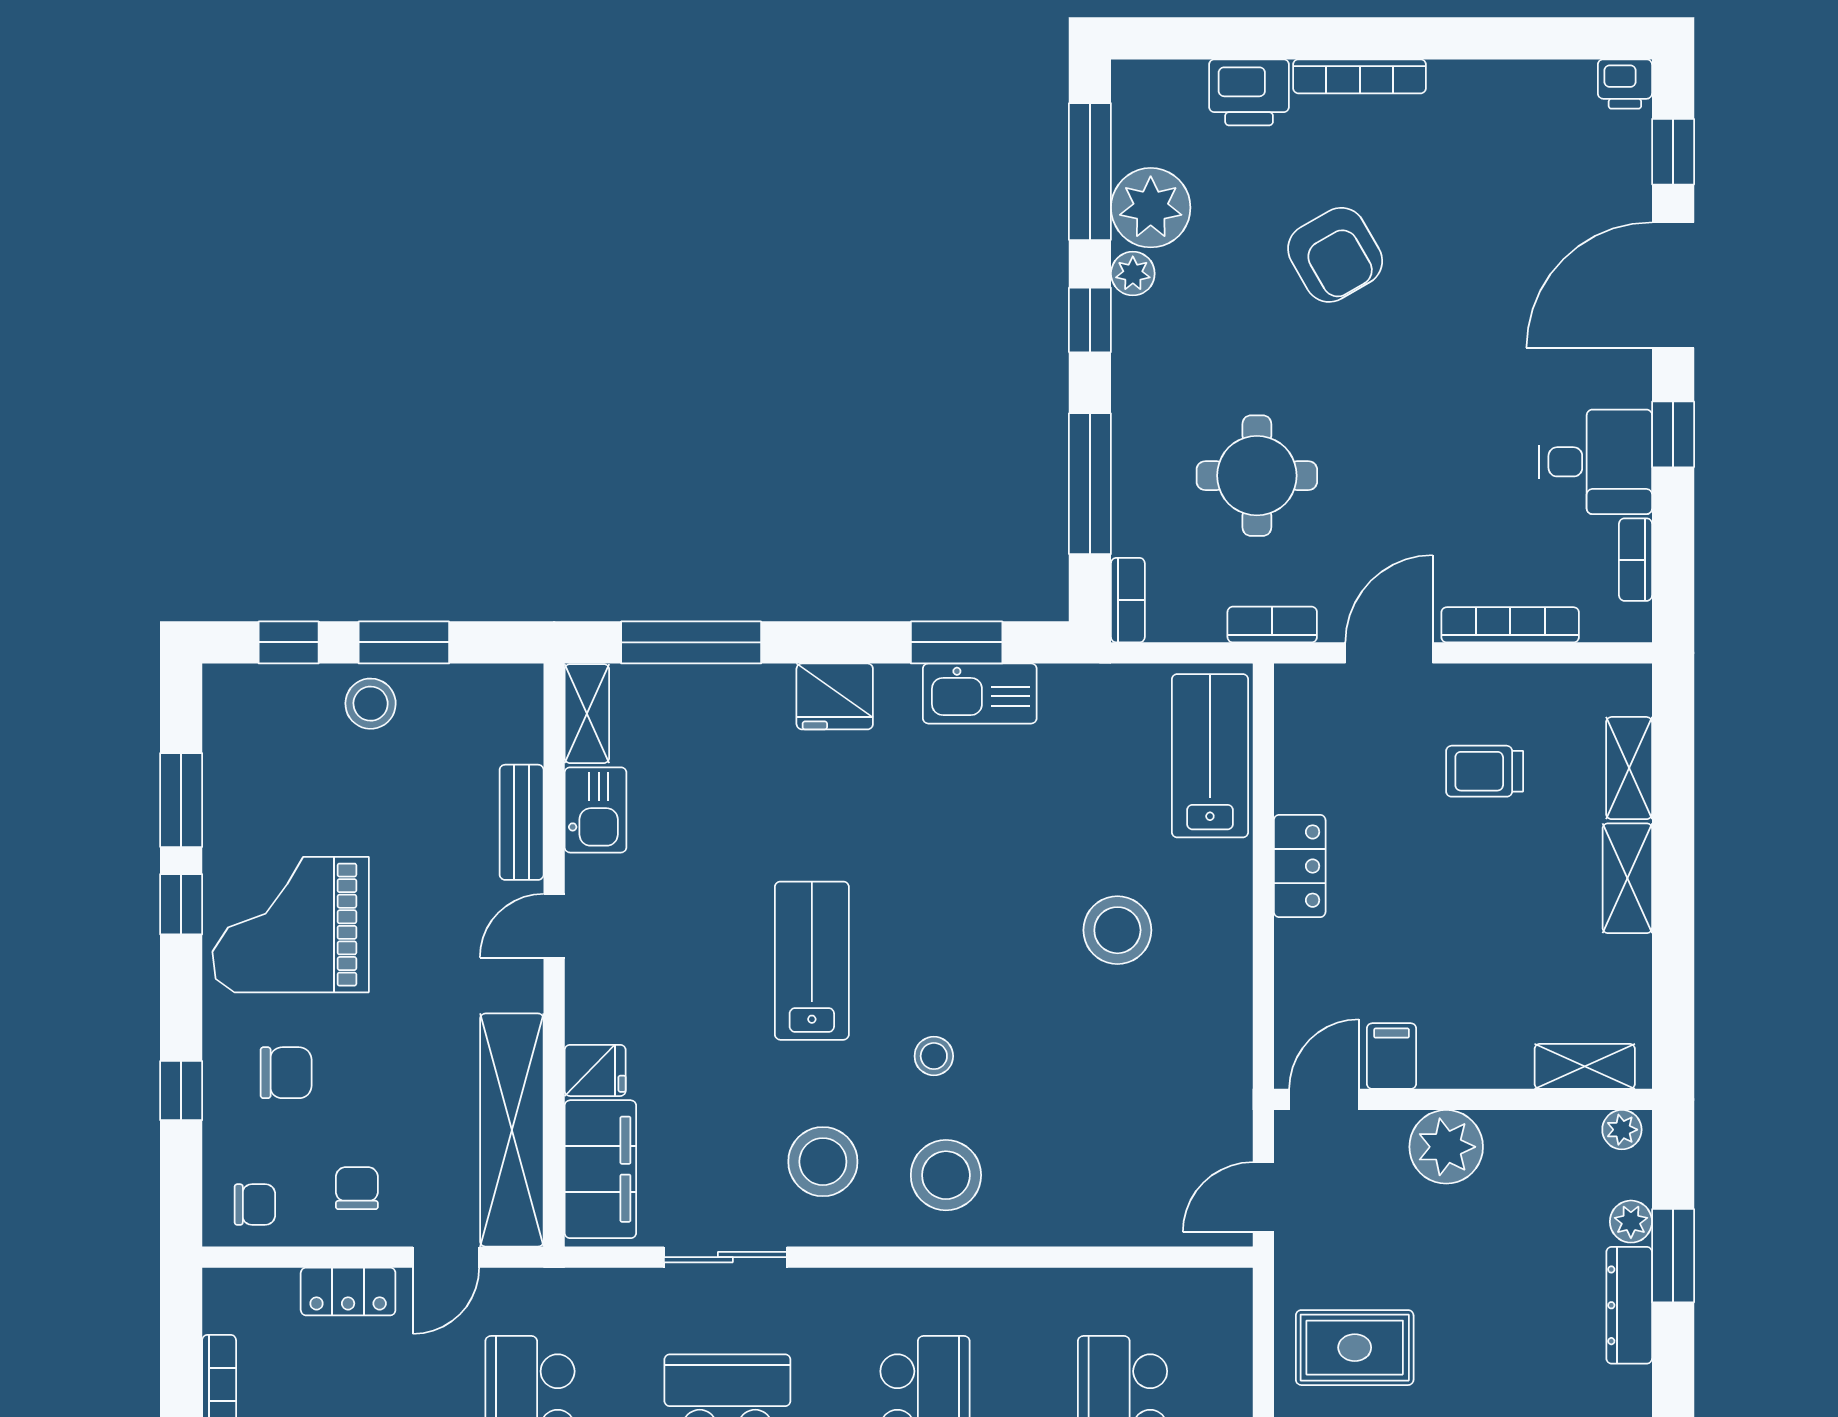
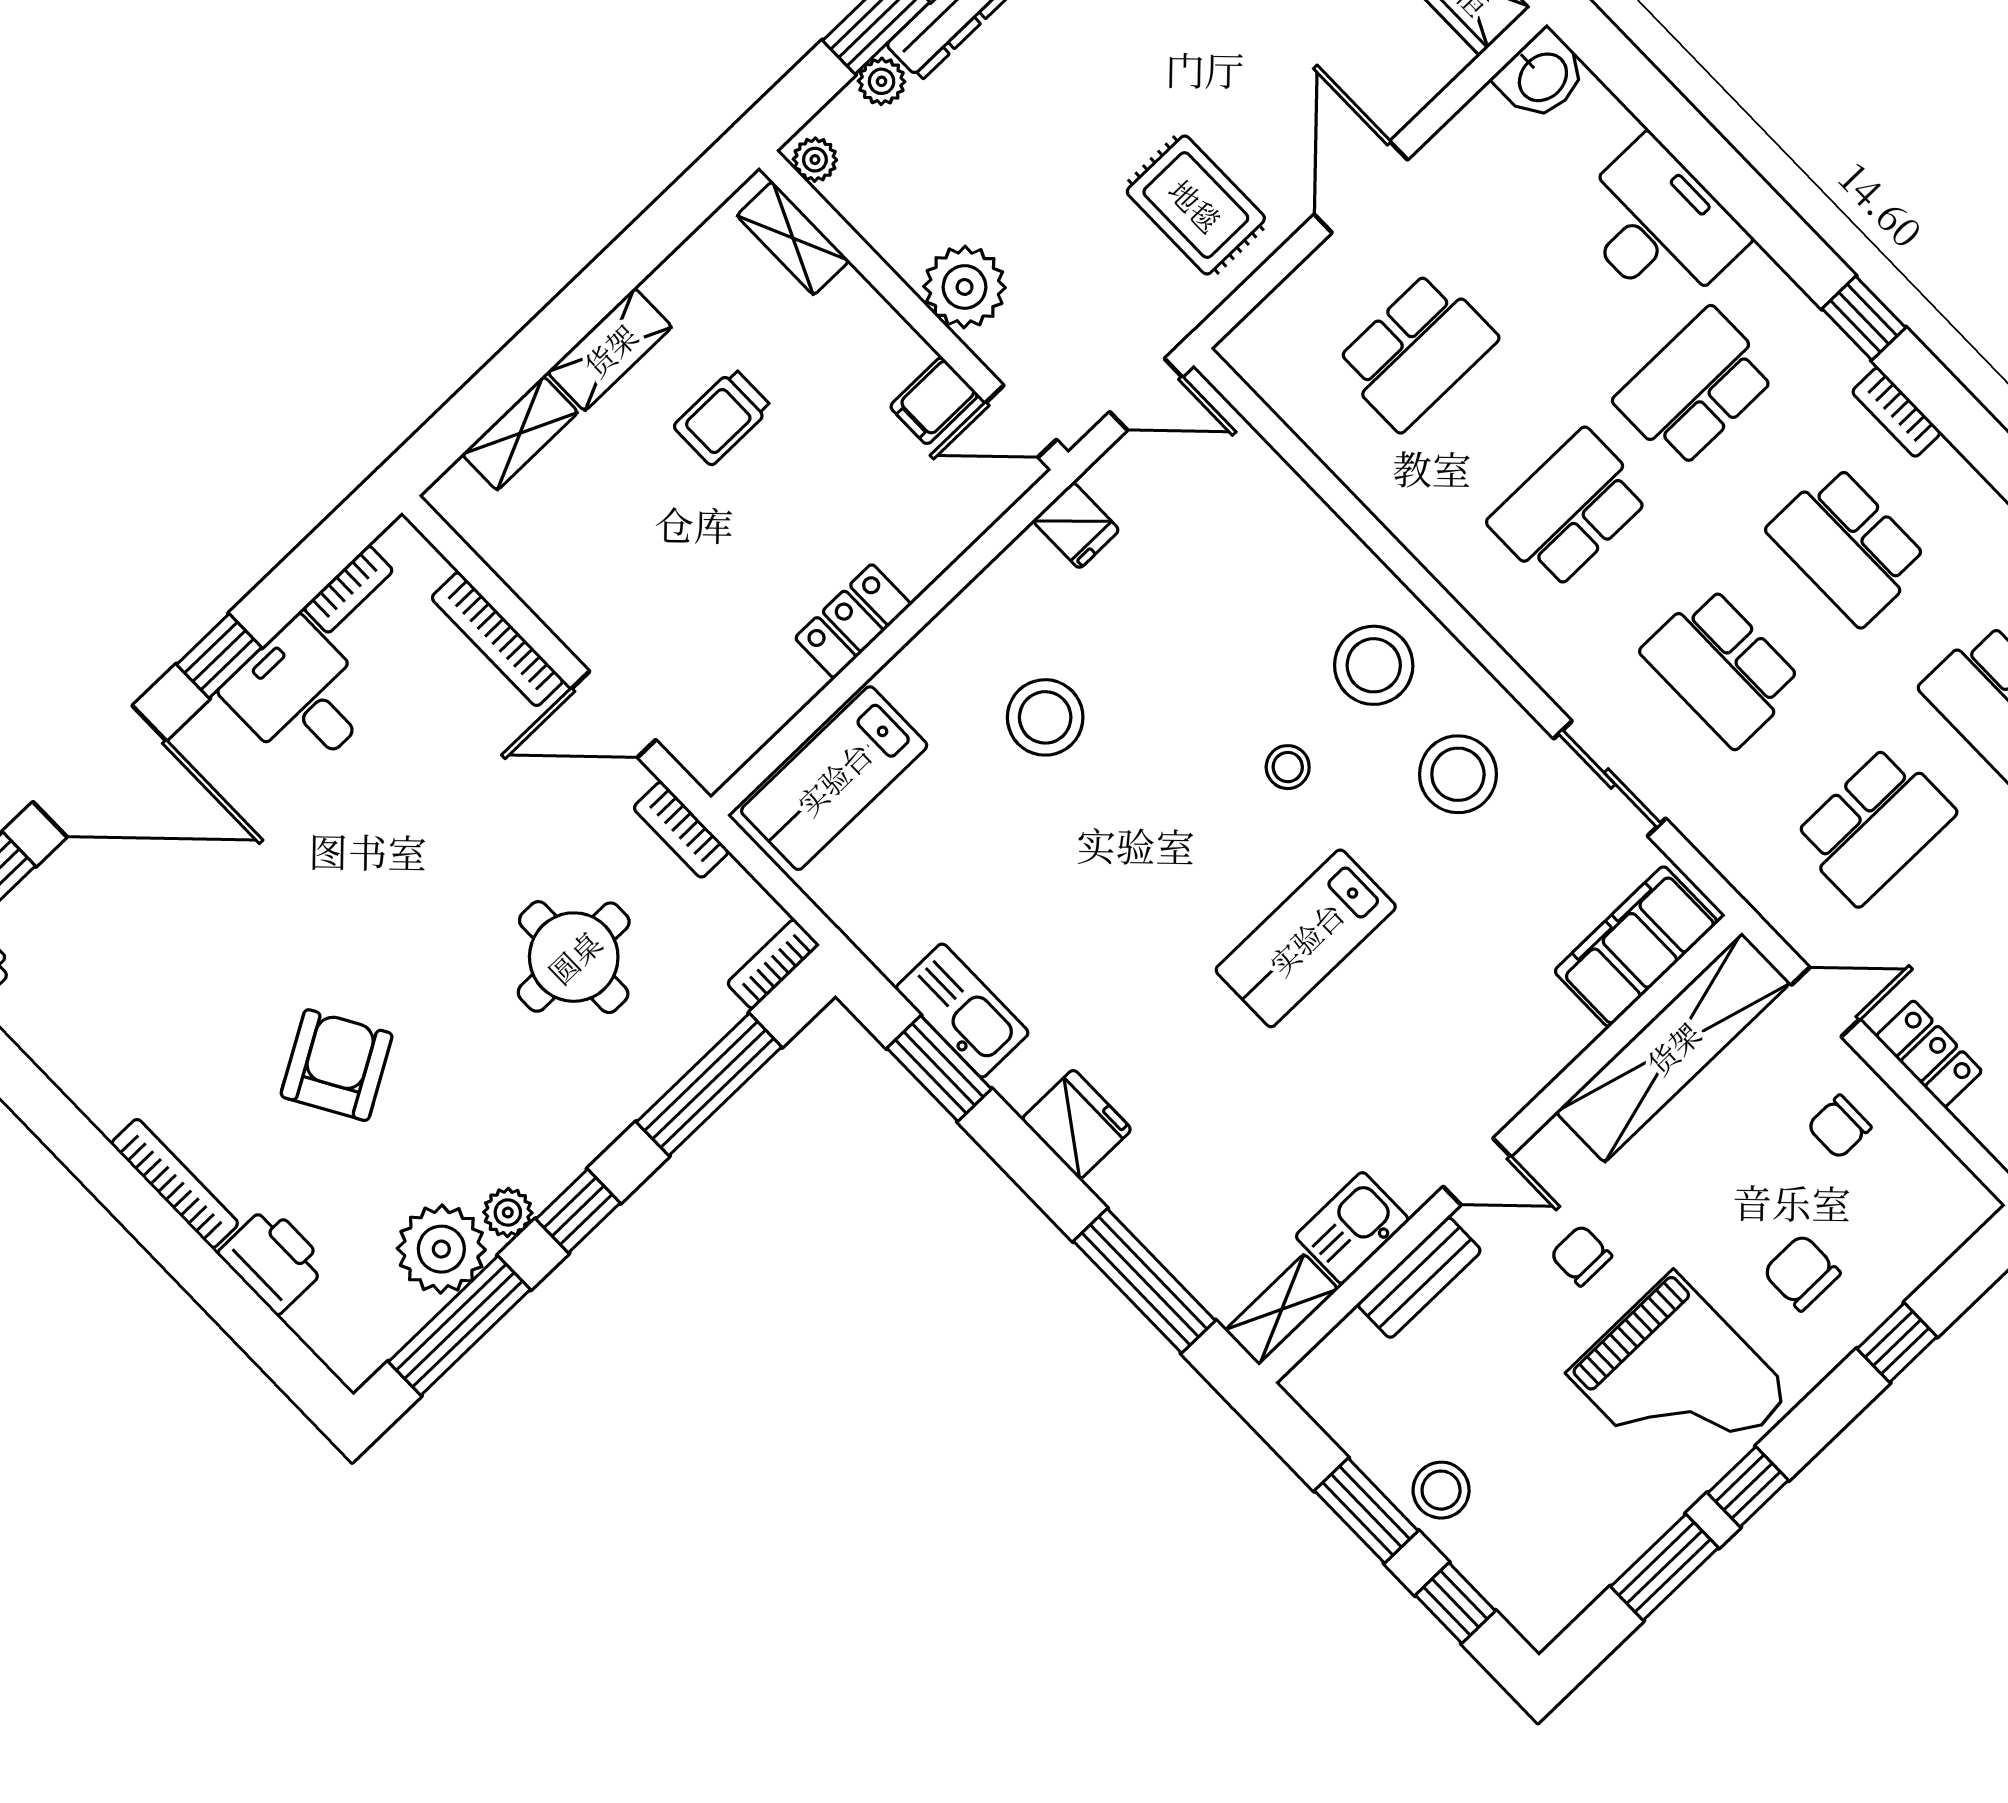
trolley: (1485, 771) -> (723, 417), moved, turned 90
fridge: (595, 1070) -> (1076, 525), moved, turned 180
chair: (255, 1205) -> (1581, 1256), moved

